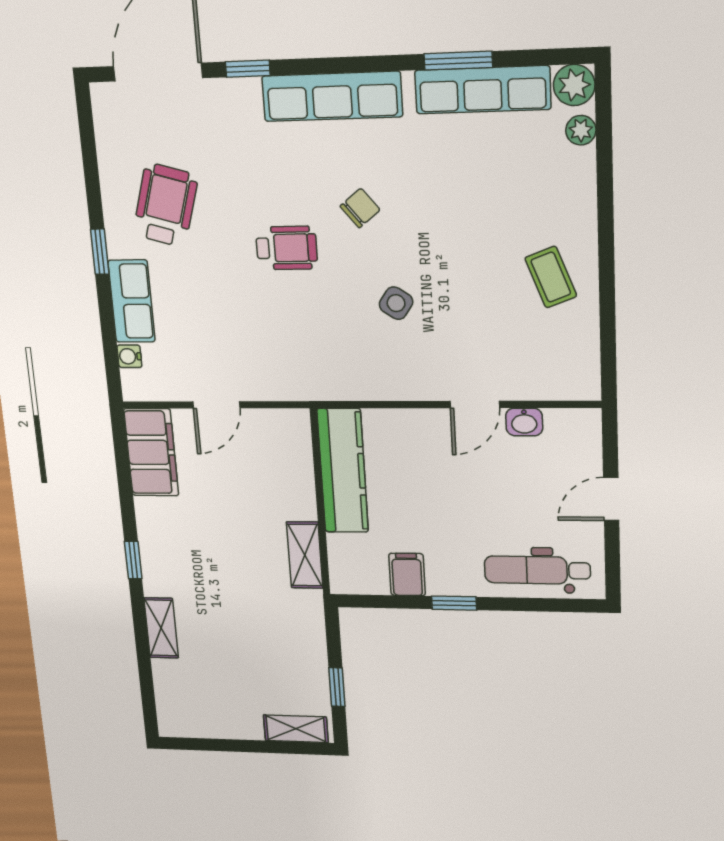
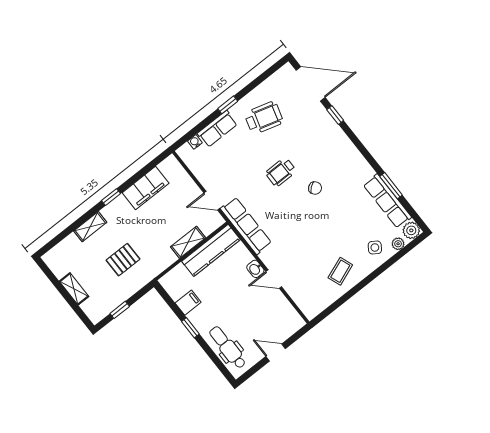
row of seats: (332, 96) -> (246, 226), moved, turned 180
wheelchair: (287, 248) -> (281, 172), turned 90
side table: (396, 303) -> (375, 247), moved
door: (216, 405) -> (212, 201), moved
washbasin: (524, 422) -> (255, 269), moved
filing cabinet: (151, 452) -> (146, 188), moved
shelving: (305, 555) -> (188, 242), moved
pallet: (254, 620) -> (123, 260), added
shelving: (296, 729) -> (74, 289), moved

